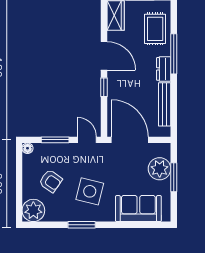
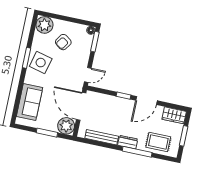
window: (55, 140) -> (95, 42), moved
door: (130, 140) -> (81, 106), swing flipped
plant: (160, 169) -> (66, 126), moved
side table: (90, 191) -> (41, 63), moved

